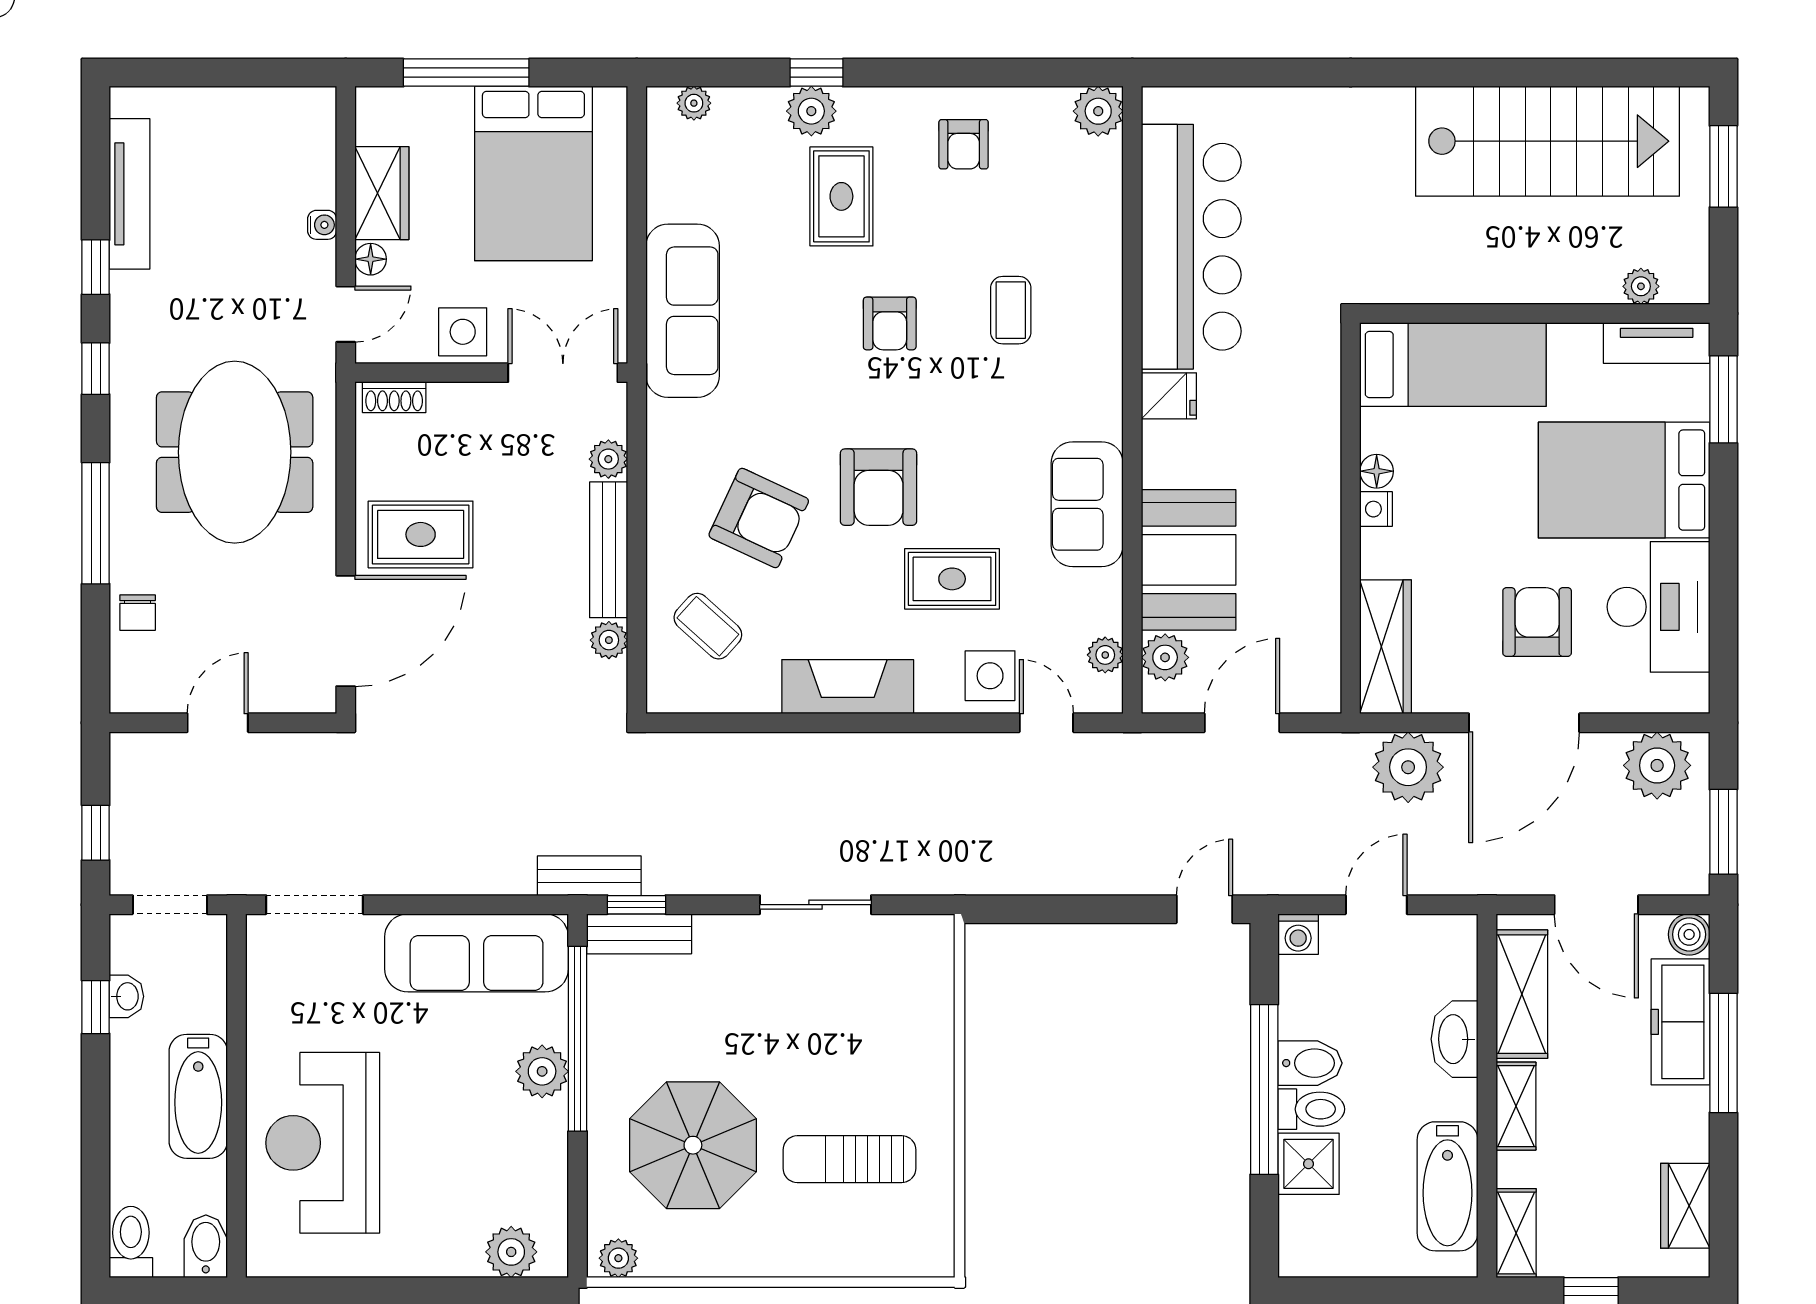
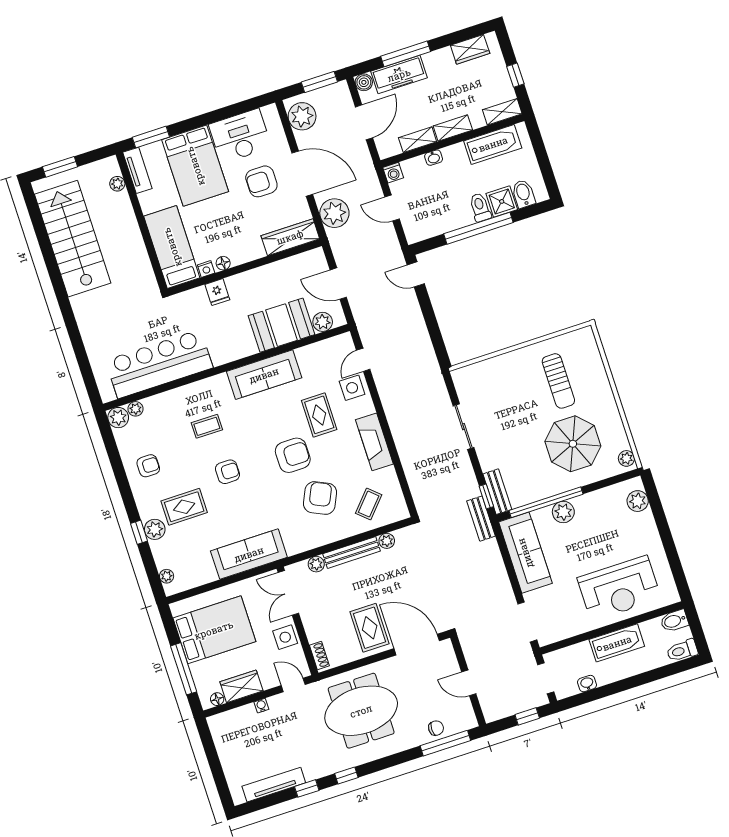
floor lamp: (371, 259) -> (217, 699), moved
fridge: (1169, 396) -> (217, 292), moved, turned 180
sofa: (1087, 504) -> (264, 375), width x1.36
nightstand: (1376, 509) -> (206, 269), moved
window: (96, 523) -> (445, 743), moved
plant: (1105, 655) -> (136, 409), moved
washing machine: (1298, 934) -> (393, 173), moved, turned 90
shelving: (1522, 994) -> (418, 140), width x0.67, depth x0.75
window: (96, 1007) -> (595, 694), removed
washbasin: (1455, 1039) -> (434, 158), width x0.52, depth x0.69
bidet: (1310, 1063) -> (524, 194), moved

